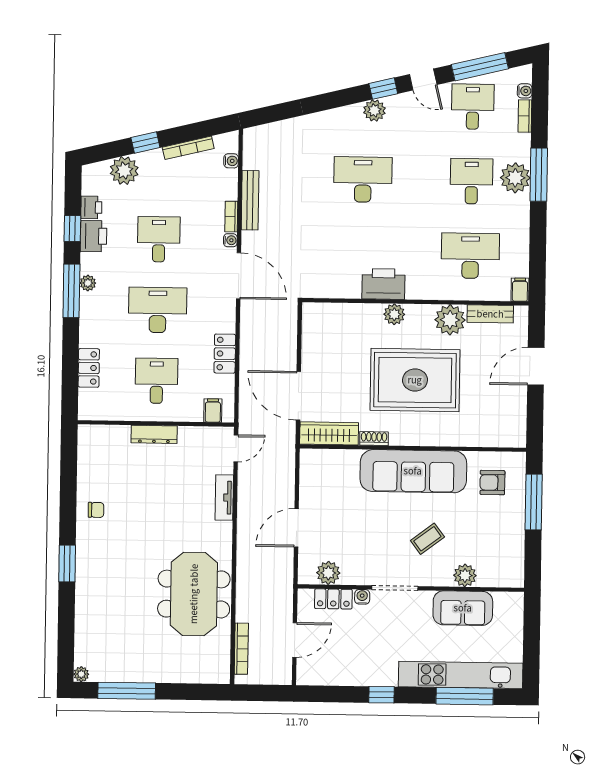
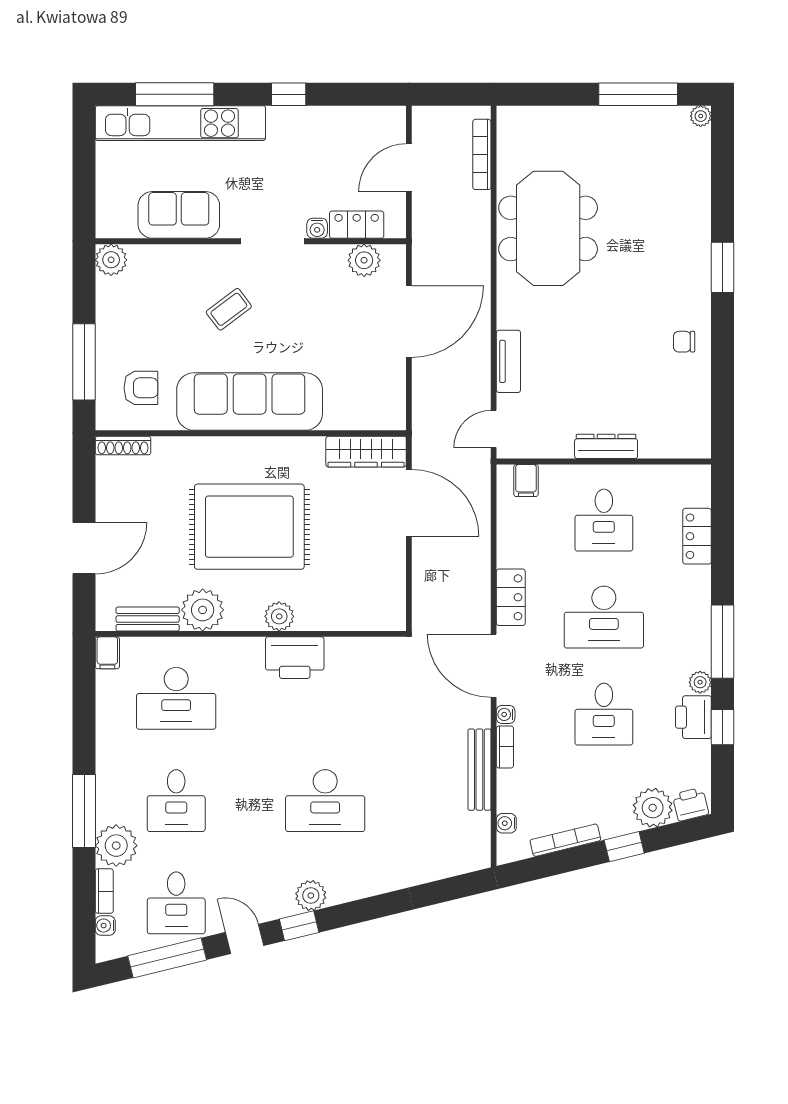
plant: (515, 178) -> (116, 846), moved
printer: (91, 207) -> (691, 804), moved, turned 76
plant: (88, 283) -> (700, 682), moved
locker: (225, 354) -> (511, 597), moved
shoe rack: (374, 439) -> (123, 446), moved, width x1.43
door: (296, 528) -> (409, 321), width x1.36
plant: (465, 575) -> (111, 260), moved

